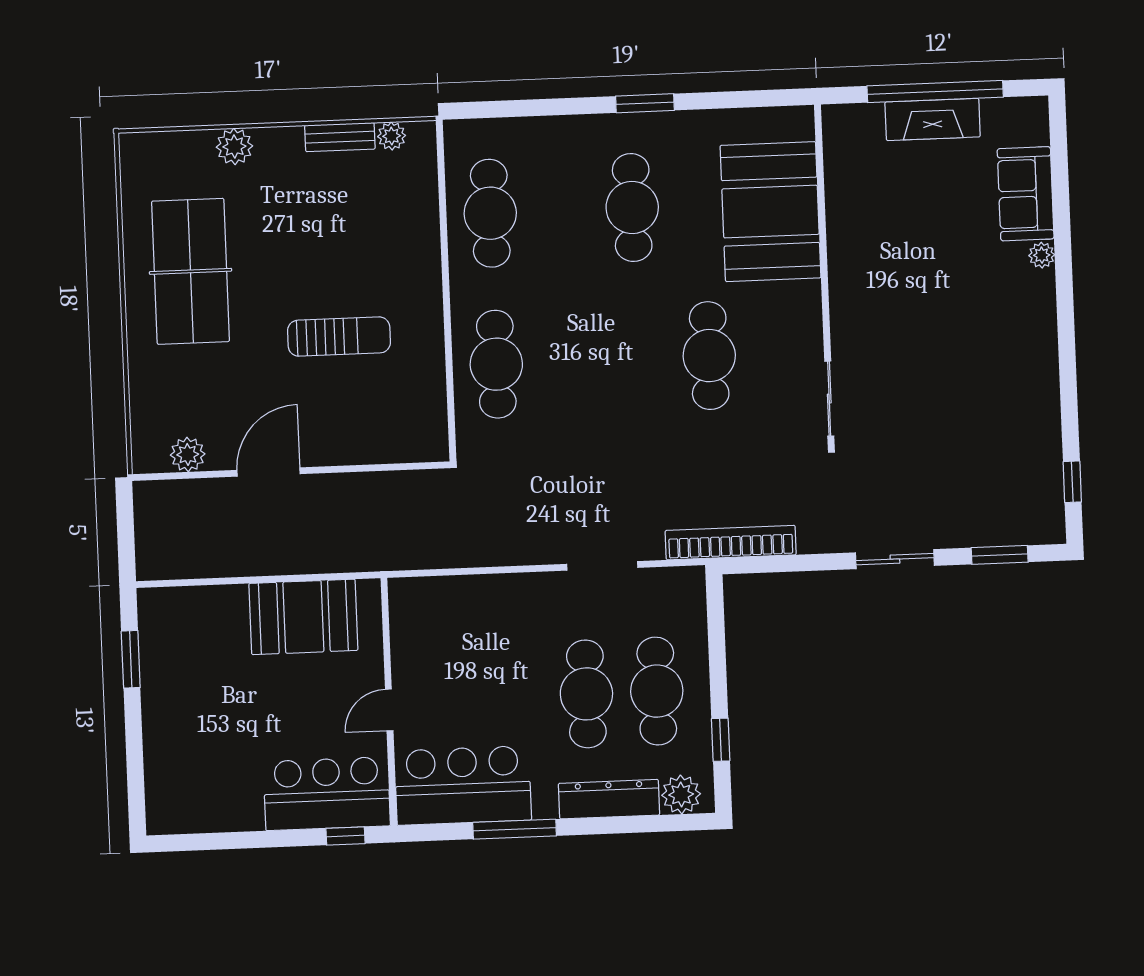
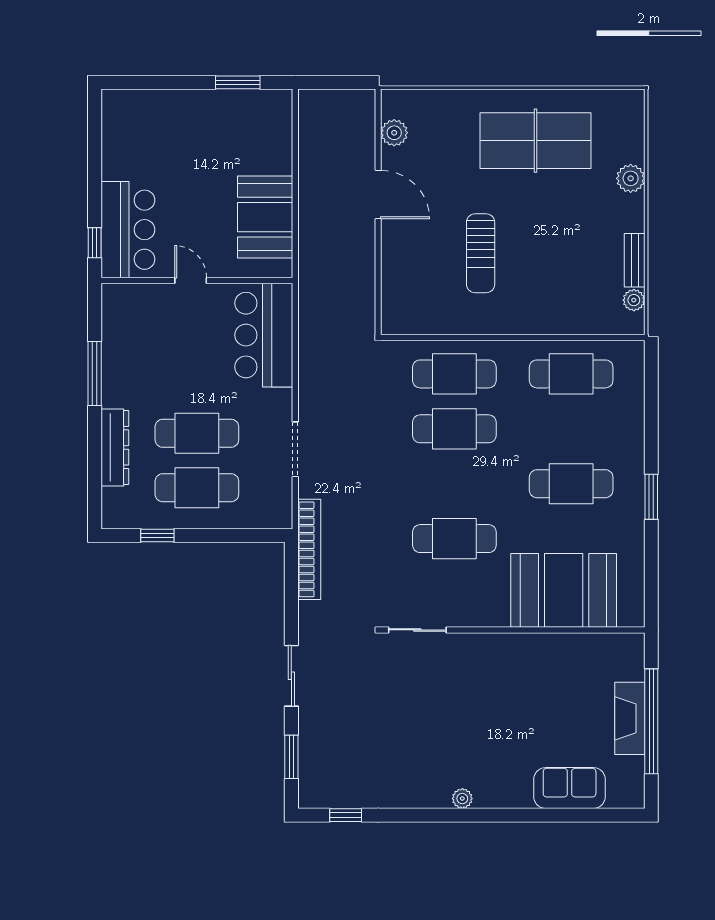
plant: (1042, 255) -> (462, 799), moved
cafe table: (567, 361) -> (454, 429), added
bar counter: (463, 785) -> (264, 335), moved, turned 180
plant: (681, 795) -> (116, 503), removed

